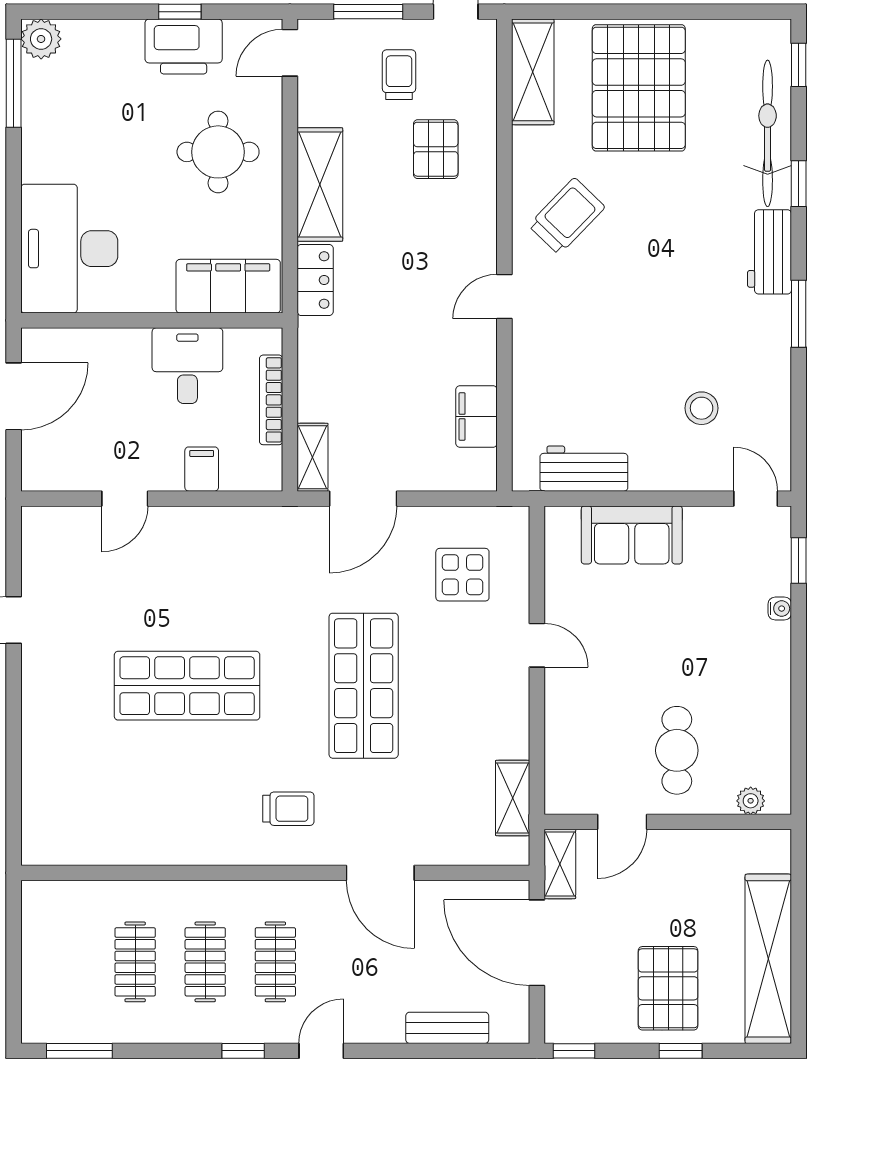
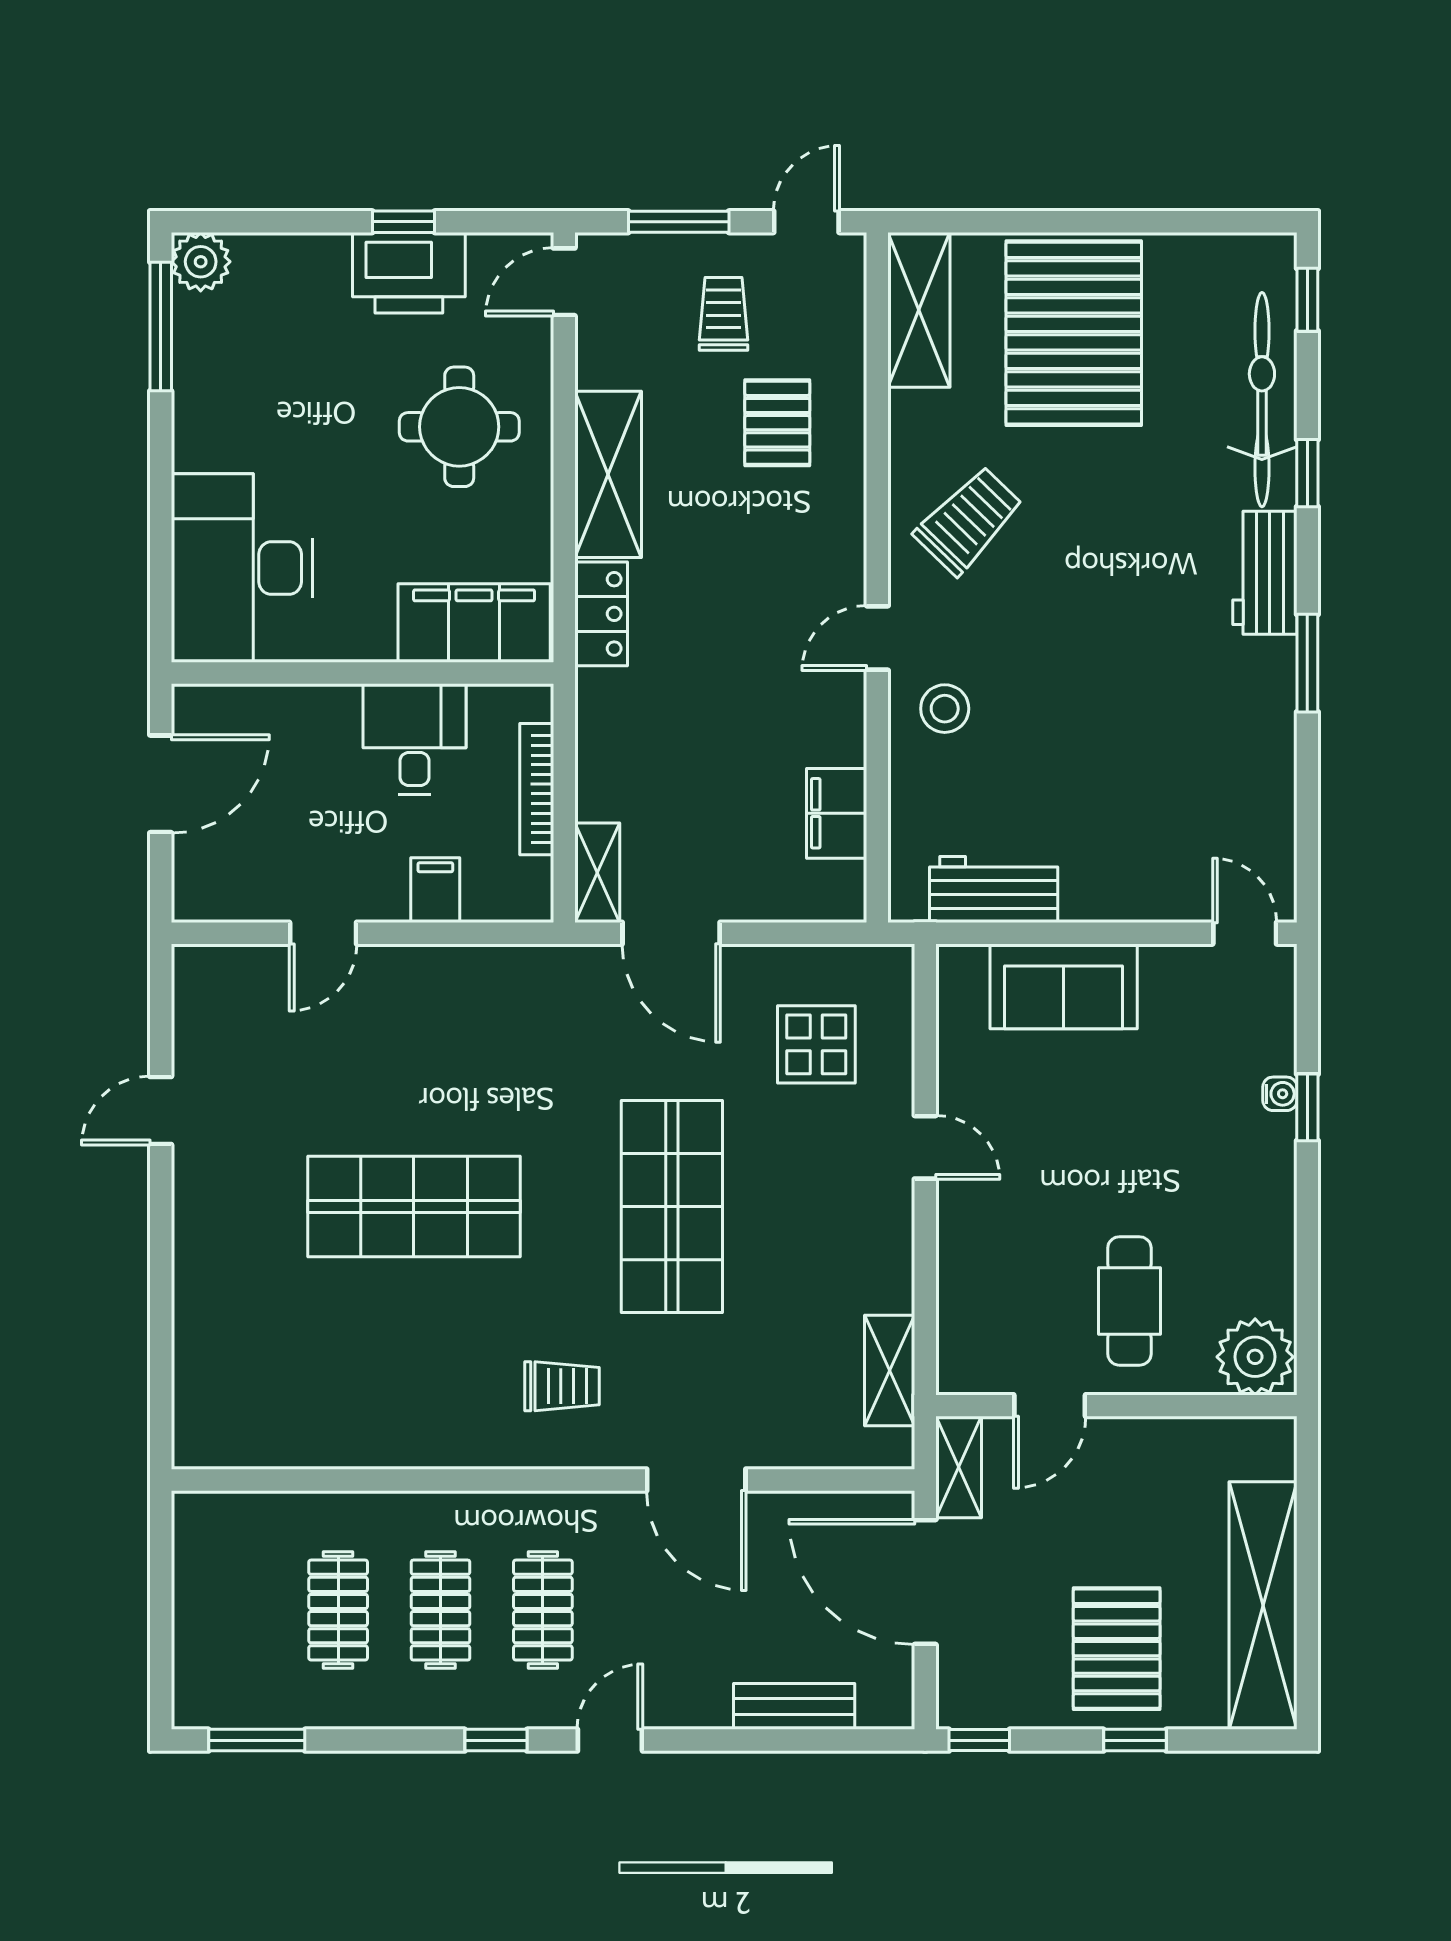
stool: (702, 408) -> (945, 709), moved
door: (363, 499) -> (671, 933), hinge flipped
window: (799, 560) -> (1307, 1107), moved
plant: (751, 801) -> (1255, 1357), width x1.88, depth x1.88

